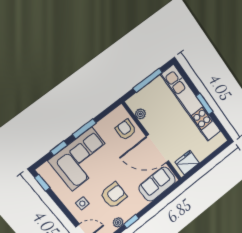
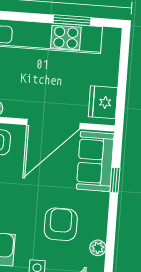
window: (204, 104) -> (72, 20), moved
window: (131, 221) -> (115, 180), moved

